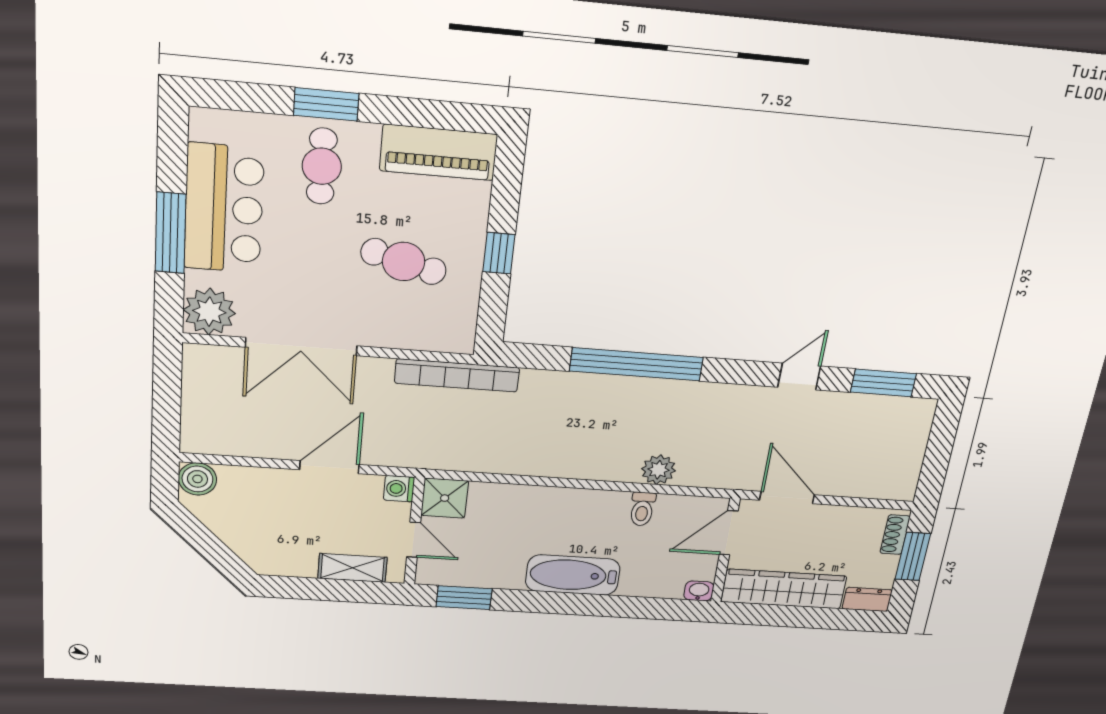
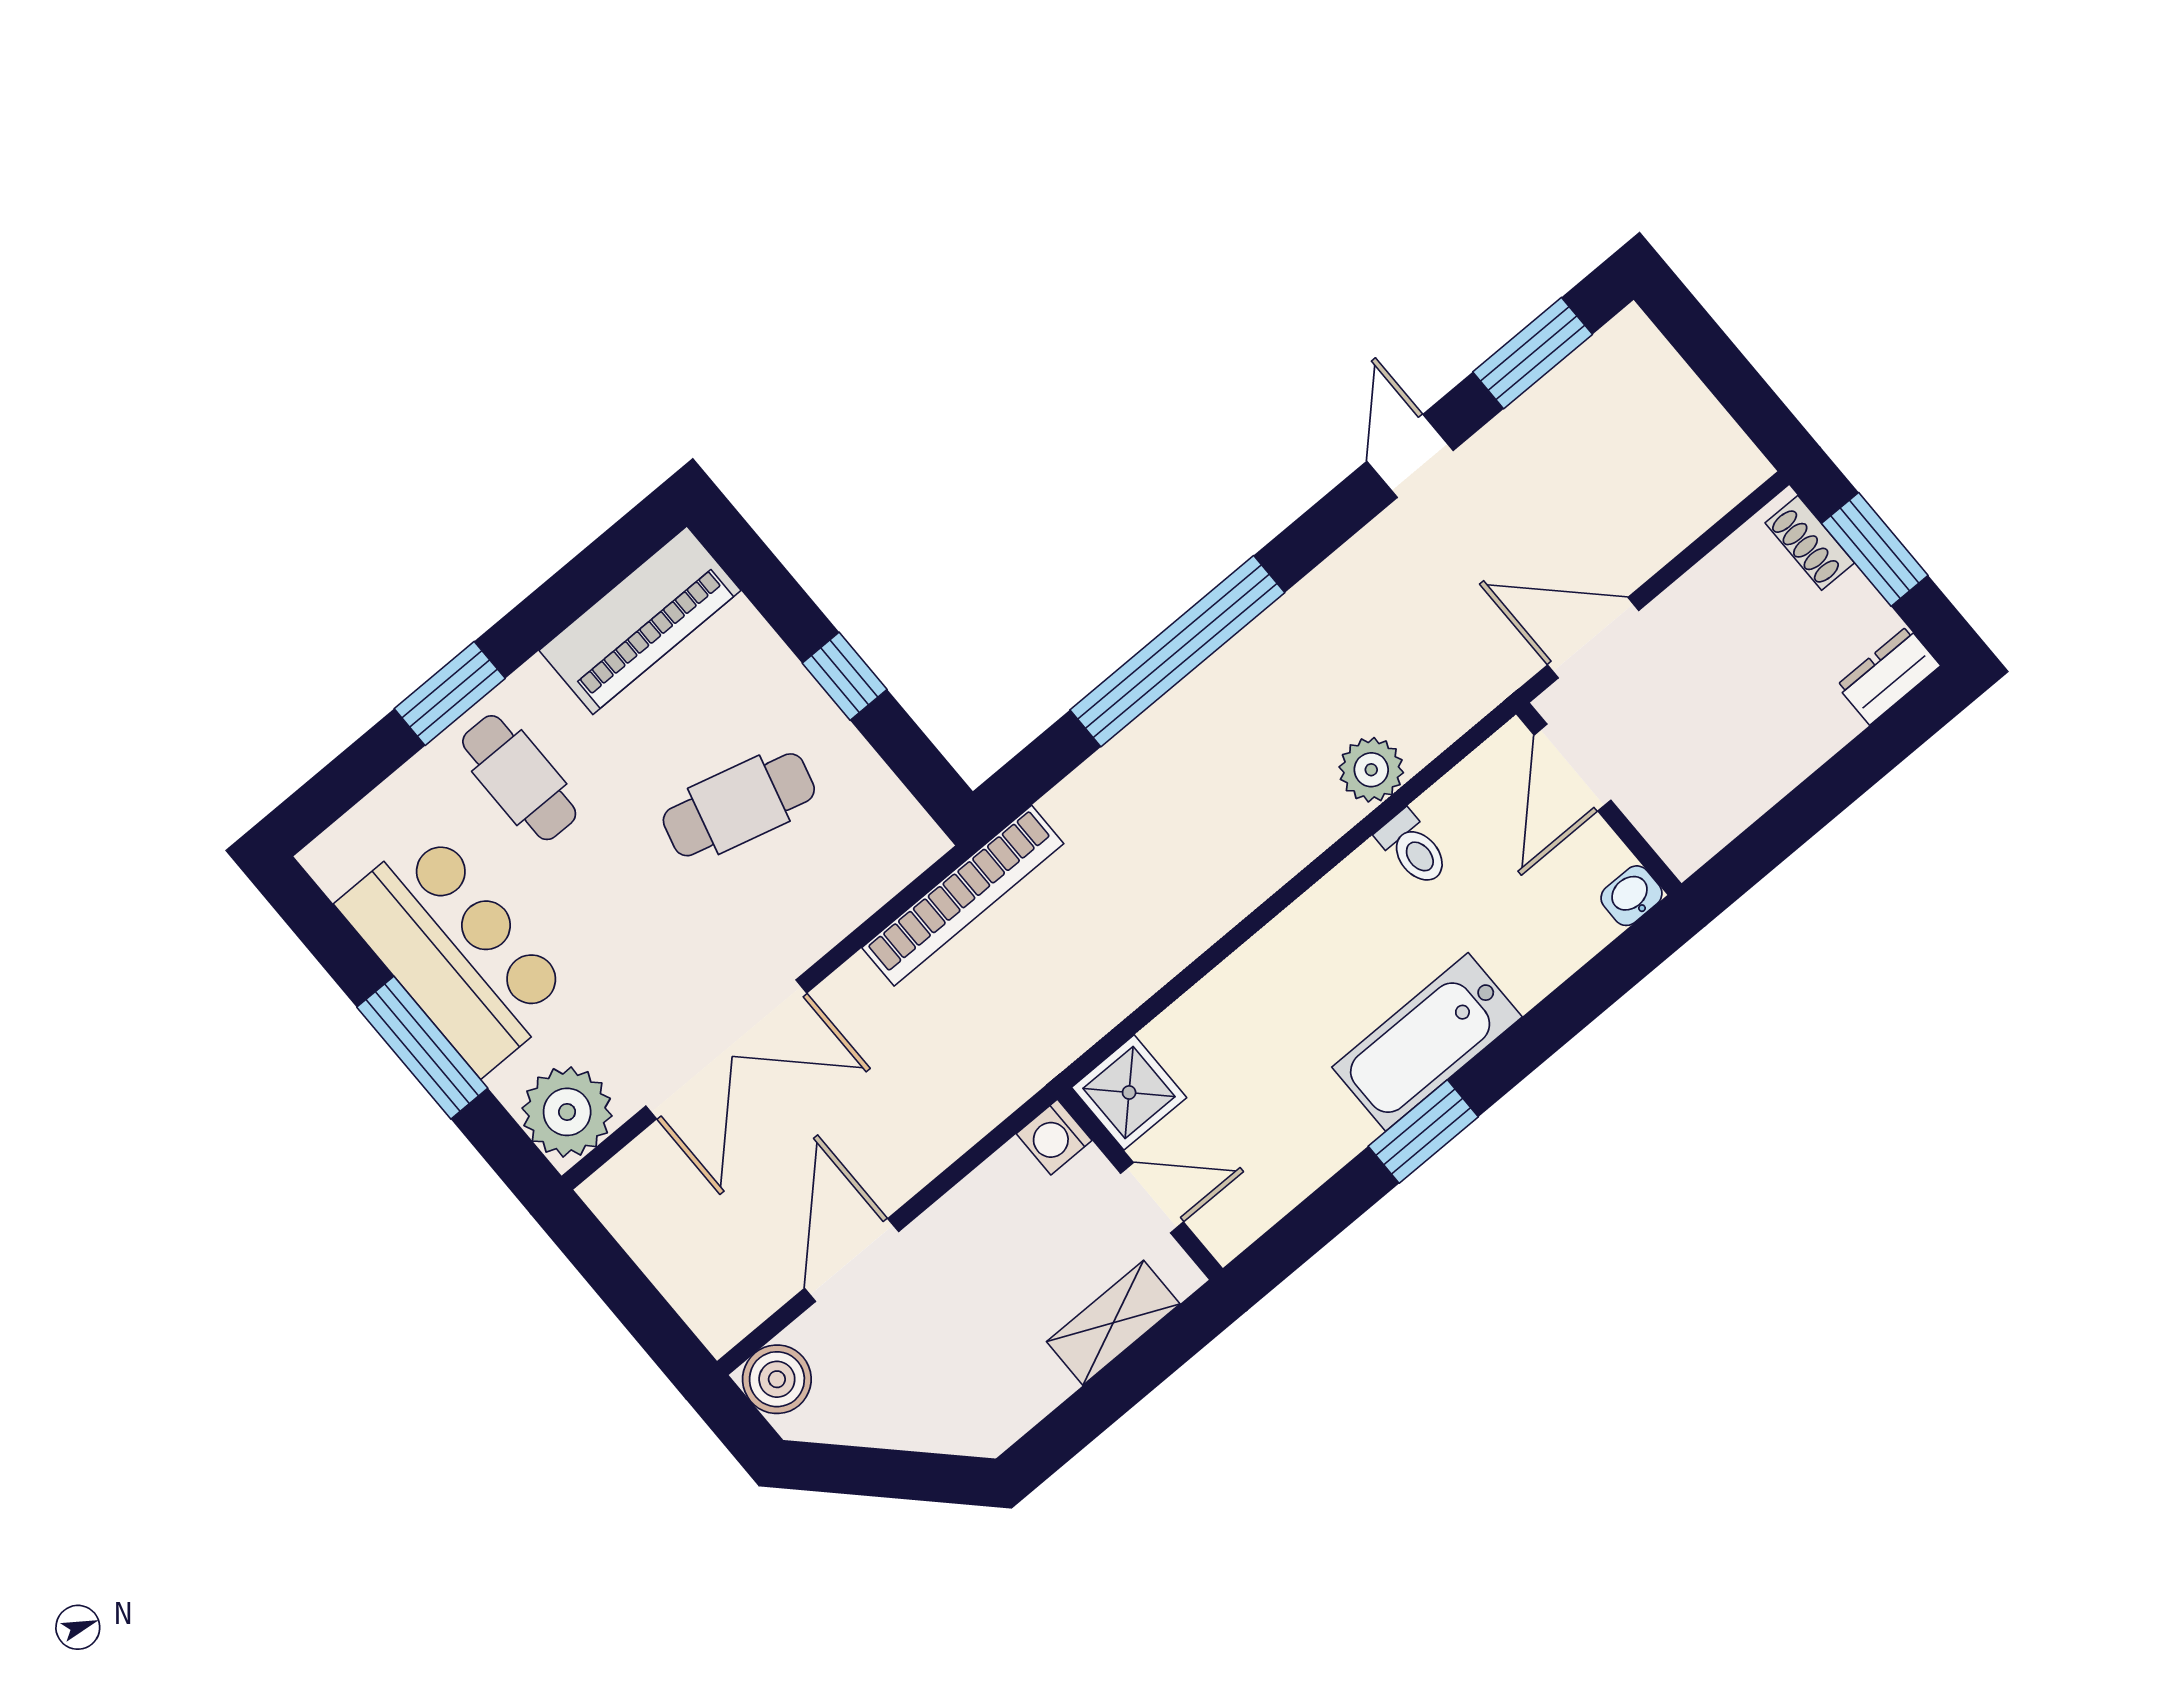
door: (329, 467) -> (852, 1260), moved
wardrobe: (784, 589) -> (1749, 776), removed
window: (464, 598) -> (1423, 1131), moved

